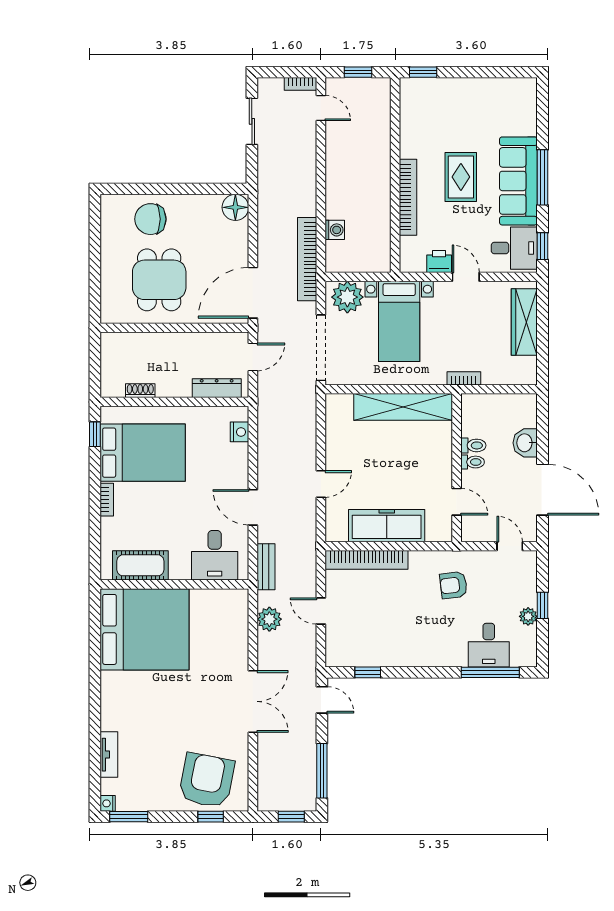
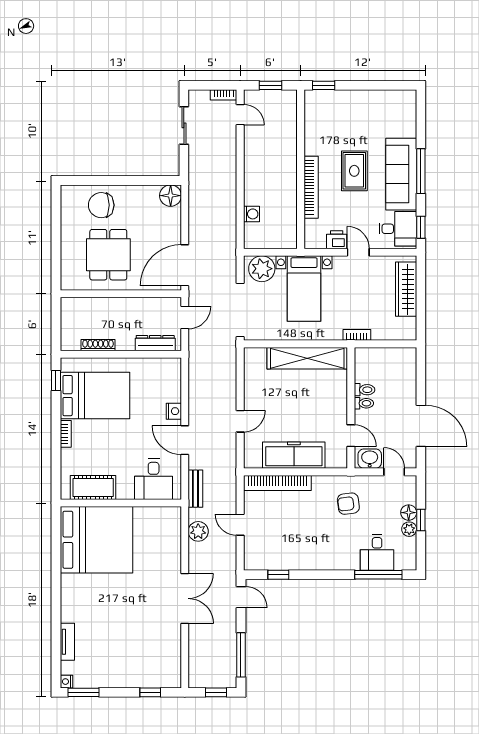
bookcase: (307, 259) -> (229, 238), removed
shoe rack: (140, 391) -> (98, 345), width x1.43
nightstand: (240, 432) -> (174, 411), moved
washbasin: (525, 443) -> (370, 459), moved, turned 90
floor lamp: (528, 596) -> (409, 513), added
armchair: (207, 780) -> (147, 663), removed

